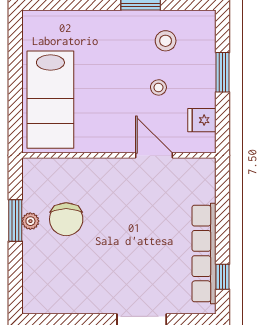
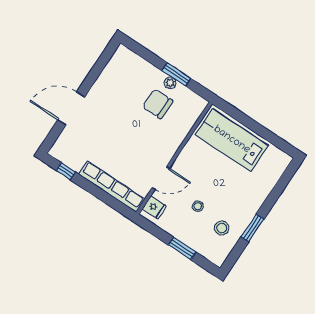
fridge: (202, 120) -> (154, 207), moved, turned 90
row of seats: (204, 253) -> (112, 187), moved

